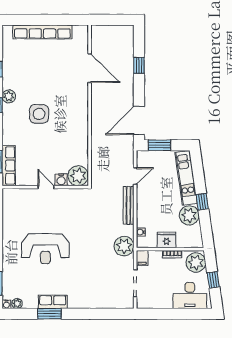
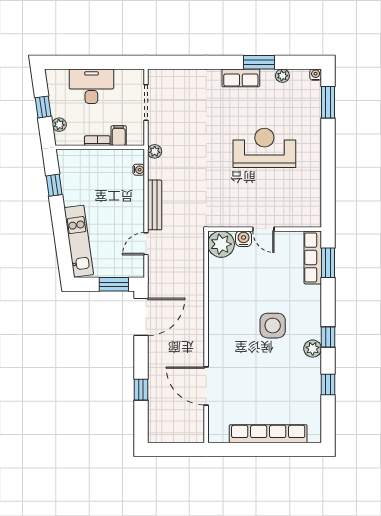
window: (202, 202) -> (54, 185), moved
plant: (189, 215) -> (75, 192), removed
fridge: (167, 240) -> (105, 159), removed
plant: (124, 246) -> (155, 151), width x0.53, depth x0.53
filing cabinet: (142, 258) -> (119, 136), moved
plant: (196, 263) -> (59, 125), width x0.53, depth x0.53
desk: (190, 295) -> (91, 86), moved
row of seats: (53, 302) -> (241, 78), moved
plant: (17, 304) -> (282, 76), moved

